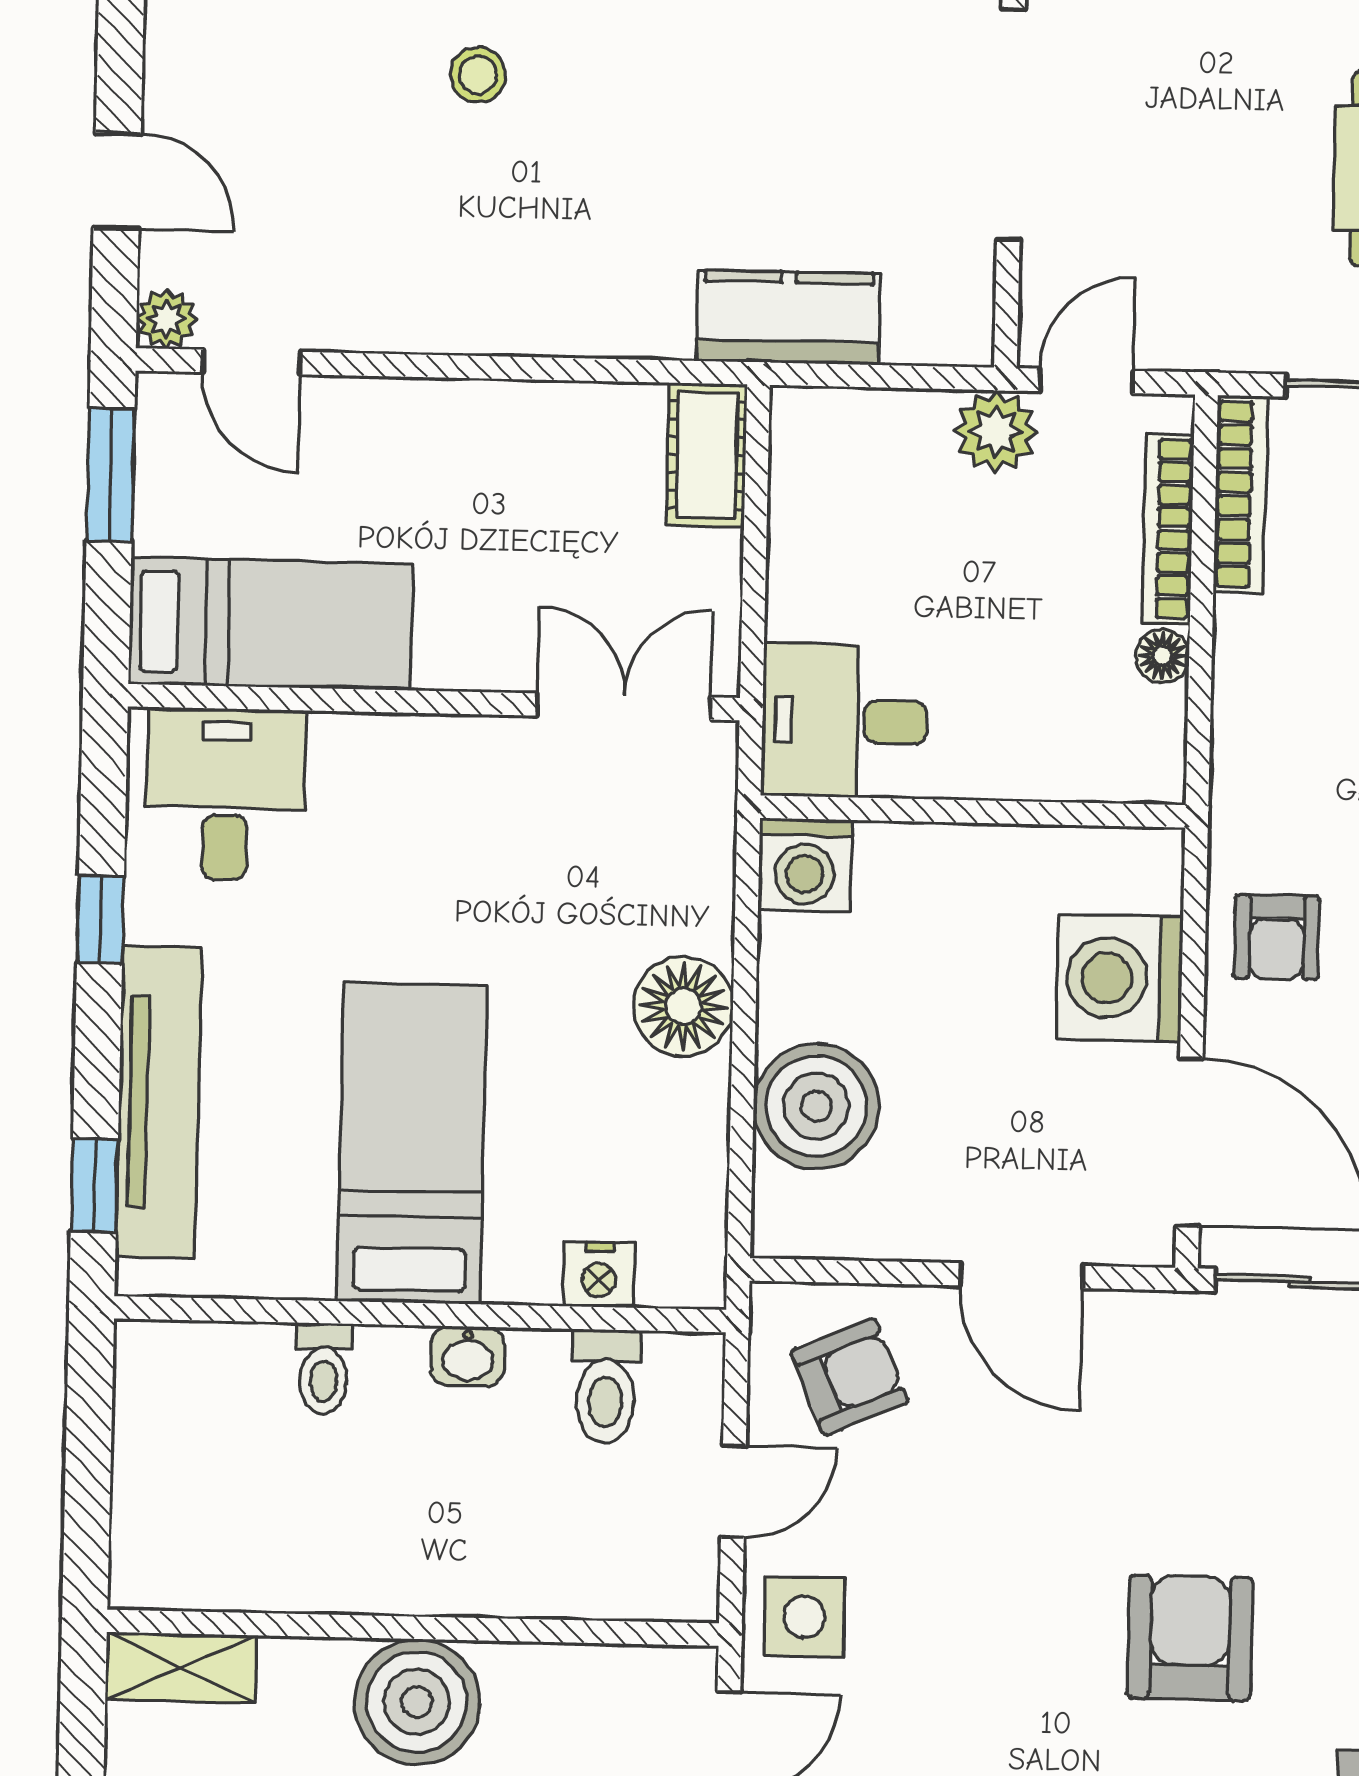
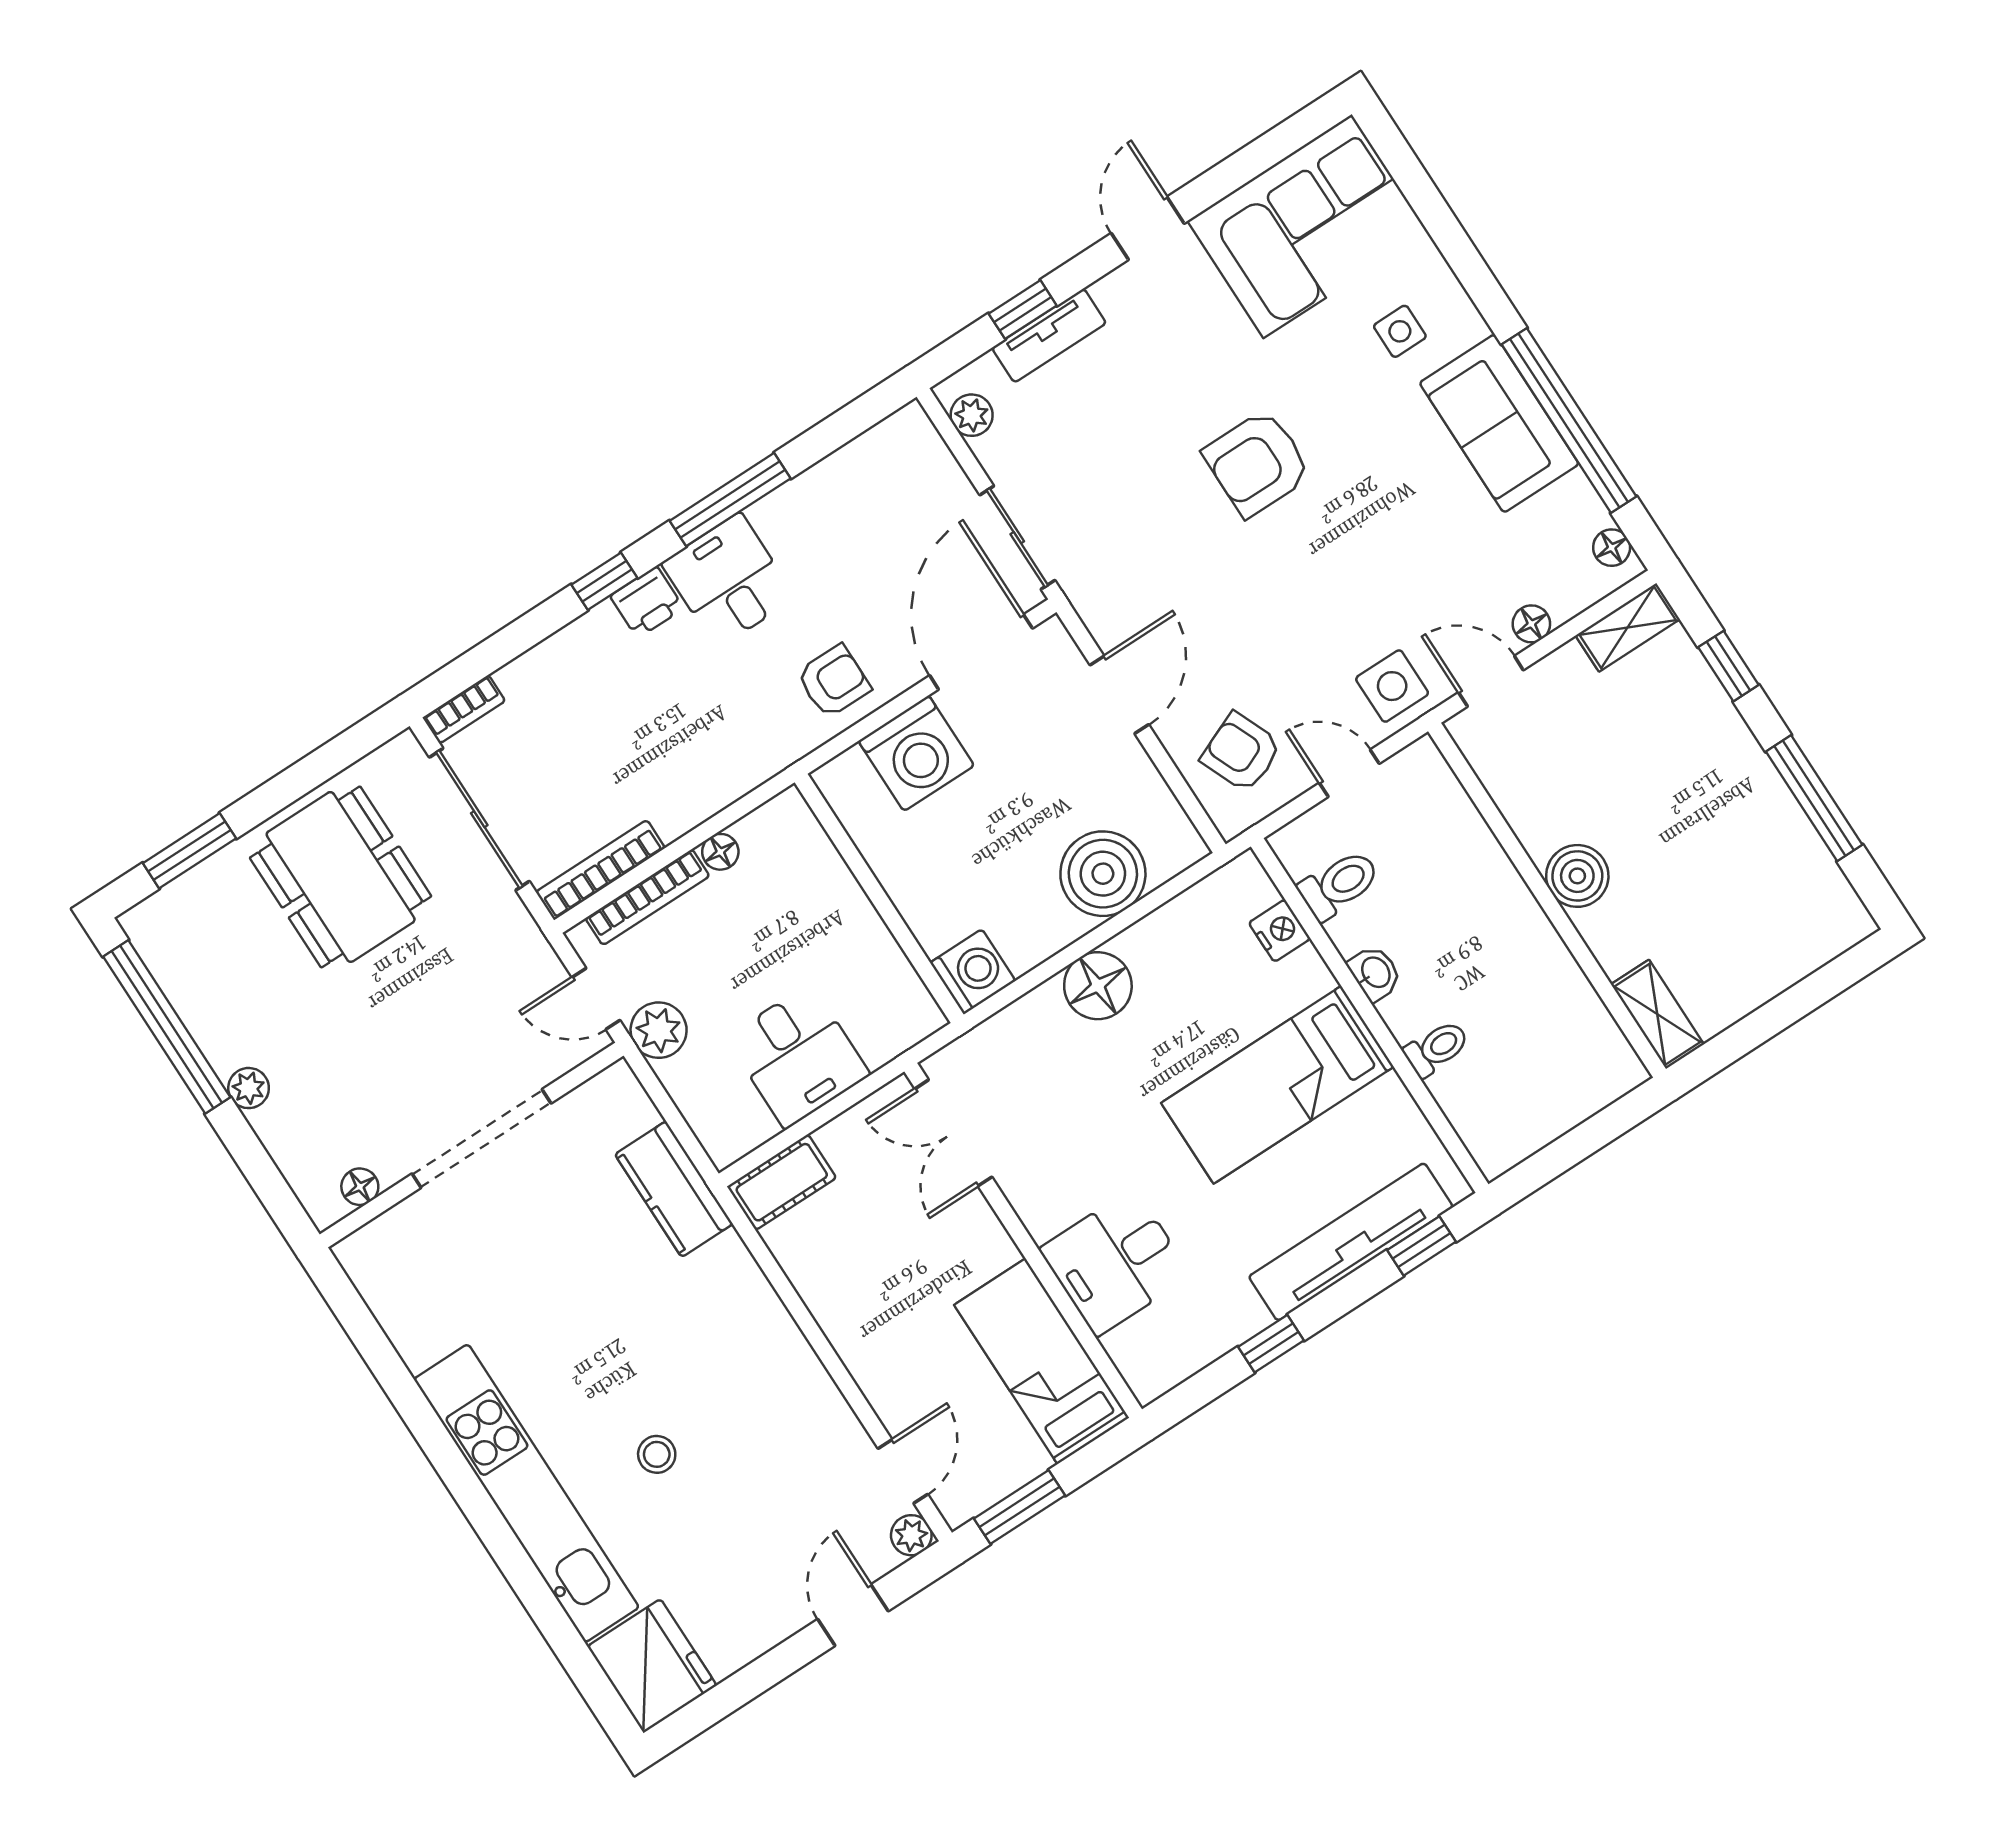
desk: (844, 721) -> (798, 1056), moved
desk: (226, 794) -> (1115, 1262), moved
boiler: (417, 1702) -> (1577, 876), width x0.73, depth x0.73

